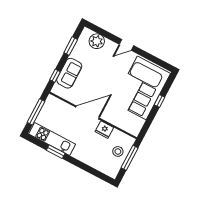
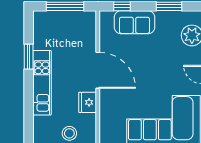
kitchen unit: (52, 139) -> (42, 83), moved

